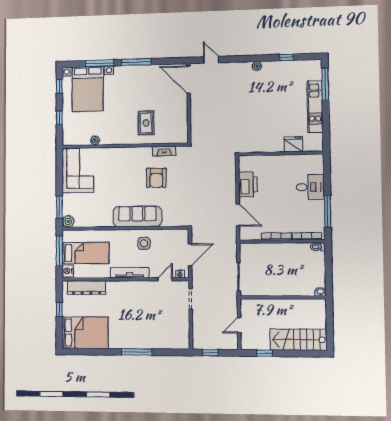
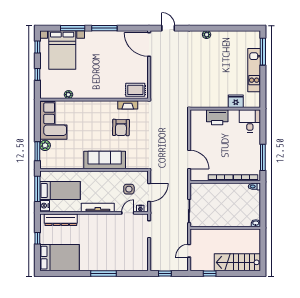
window: (286, 57) -> (231, 28), removed
rug: (146, 123) -> (135, 90), moved, turned 90
printer: (248, 184) -> (217, 117), moved, turned 90
desk: (310, 187) -> (250, 121), moved, turned -90
plant: (68, 221) -> (45, 145), moved
side table: (144, 243) -> (129, 189), moved

